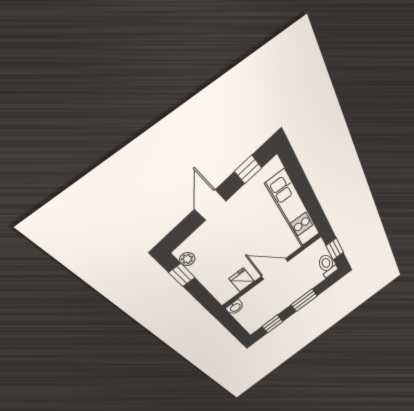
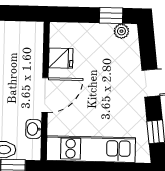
washbasin: (235, 307) -> (34, 129), moved

